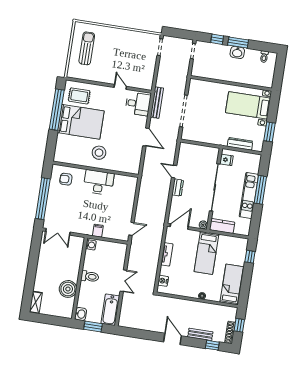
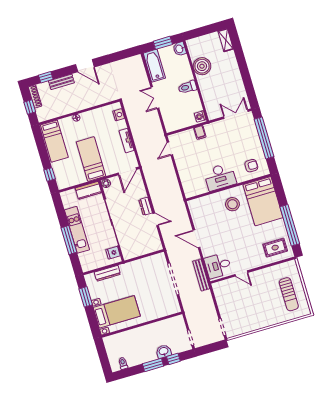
washbasin: (237, 52) -> (164, 351), moved
bed: (81, 122) -> (263, 201), moved, turned -90

